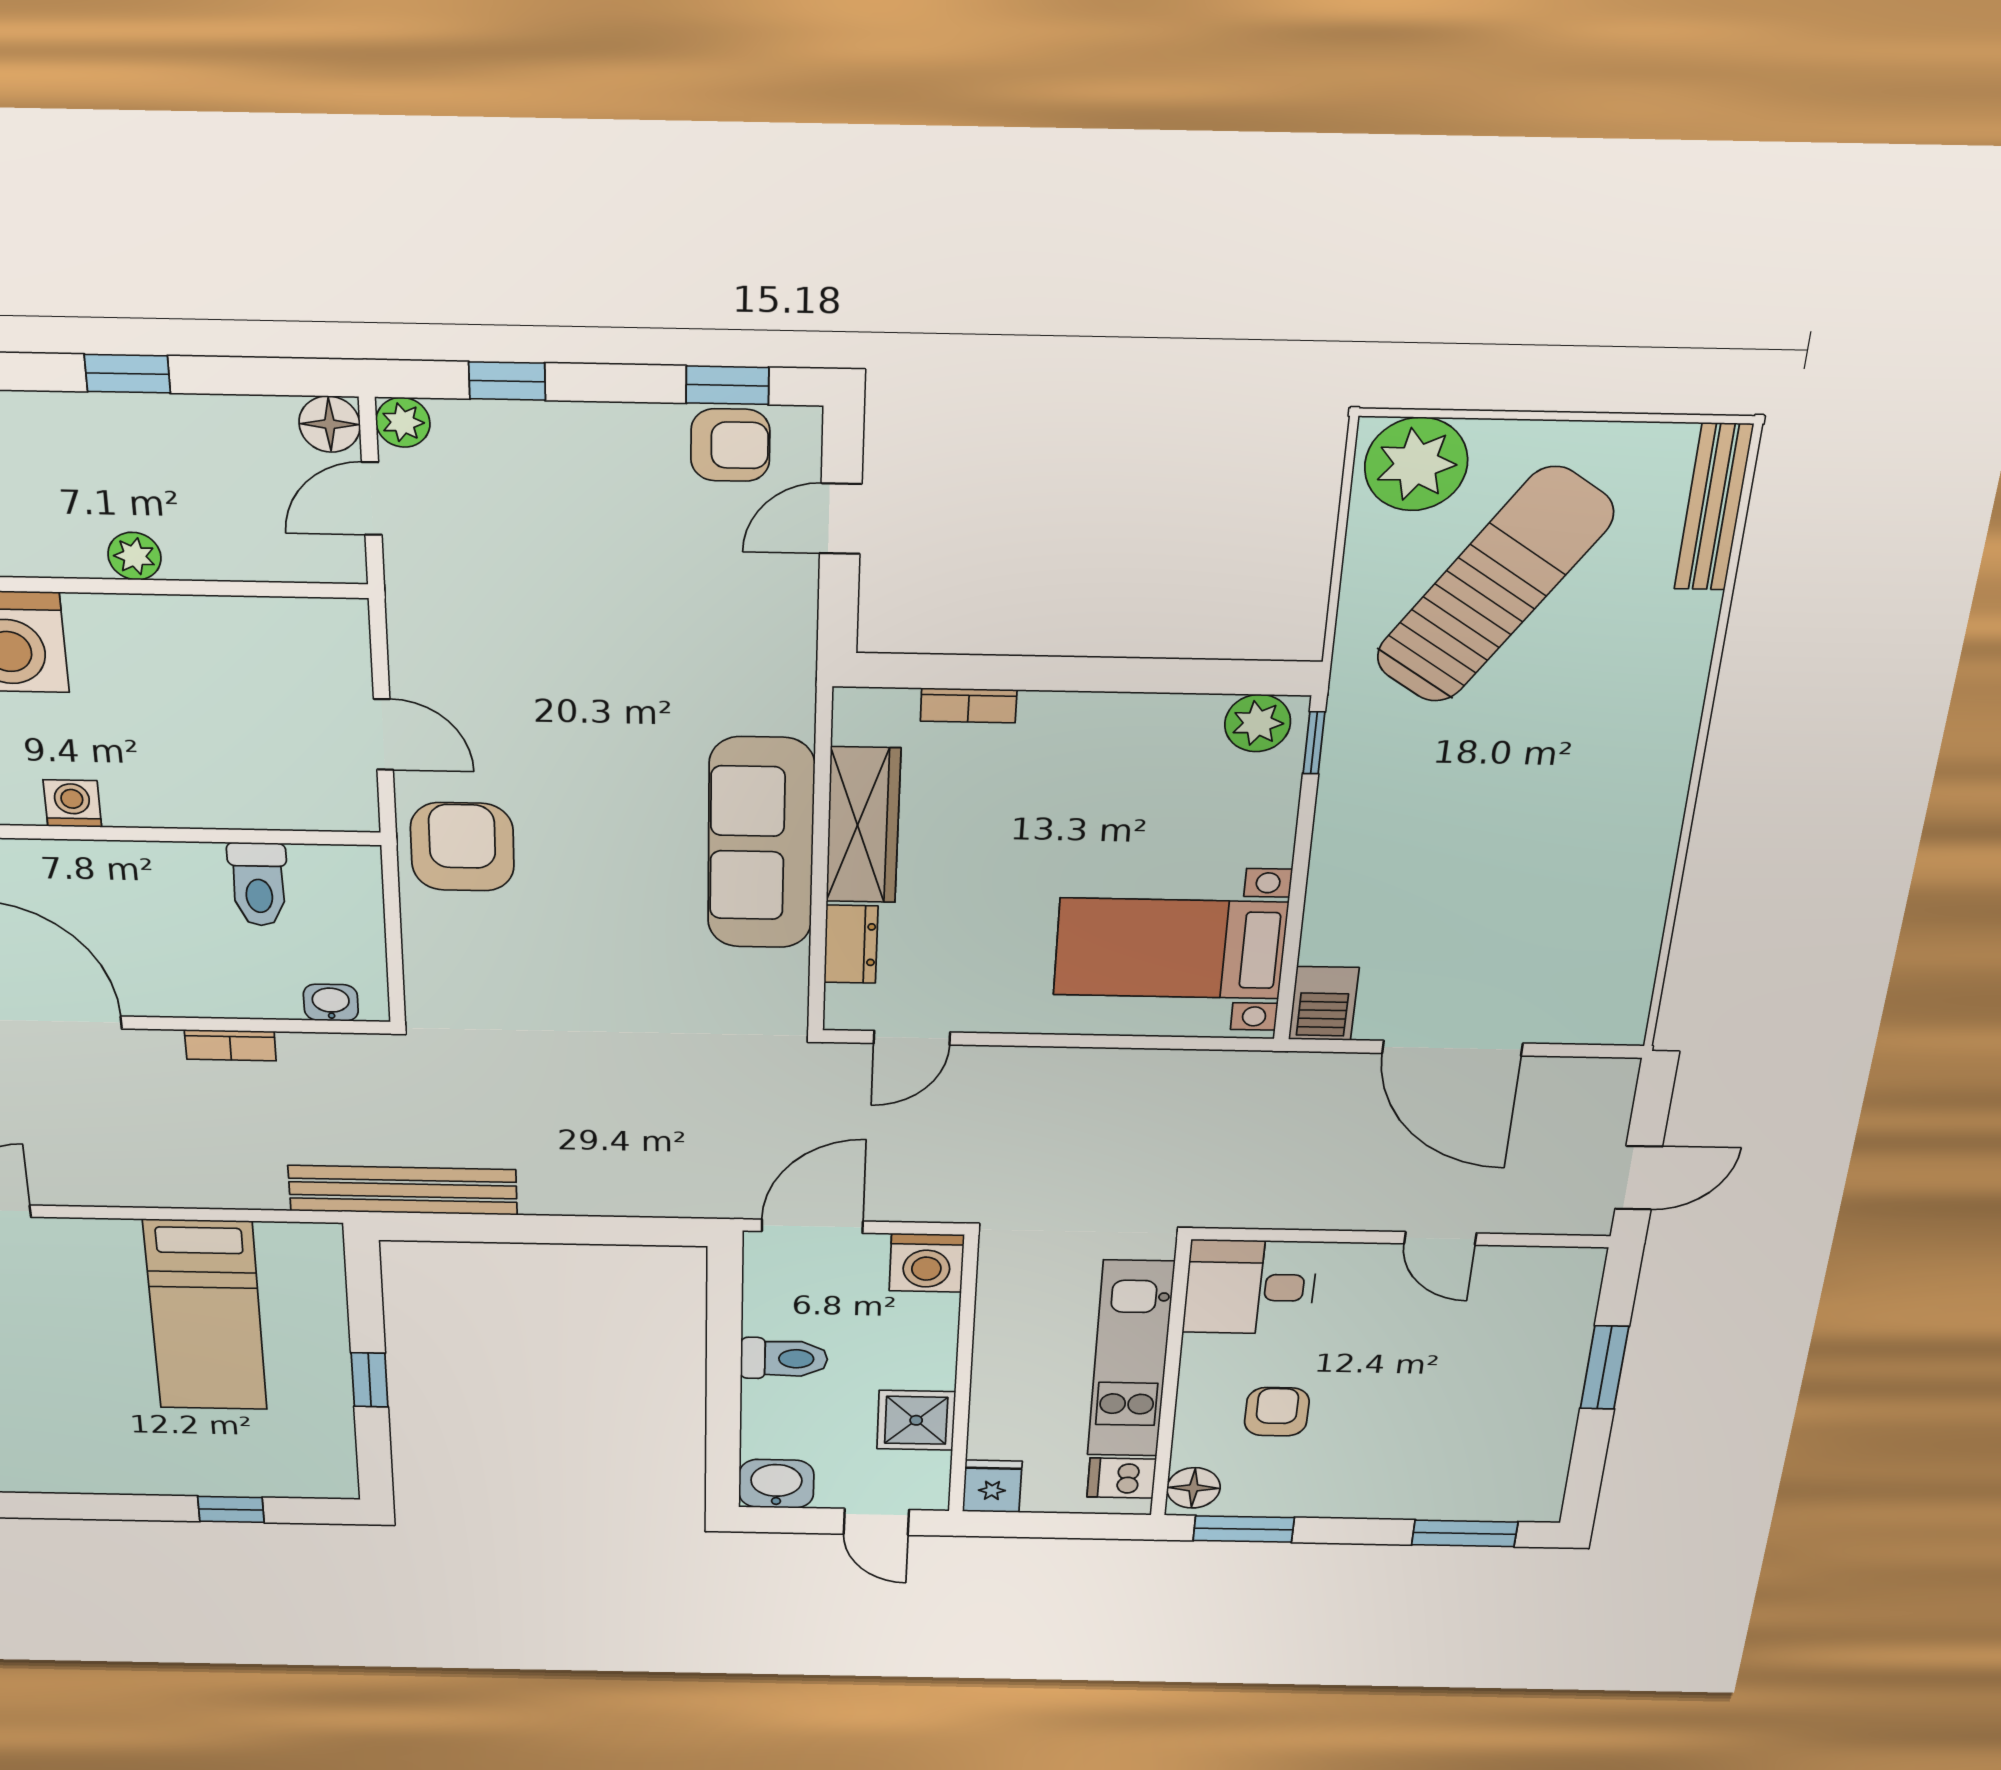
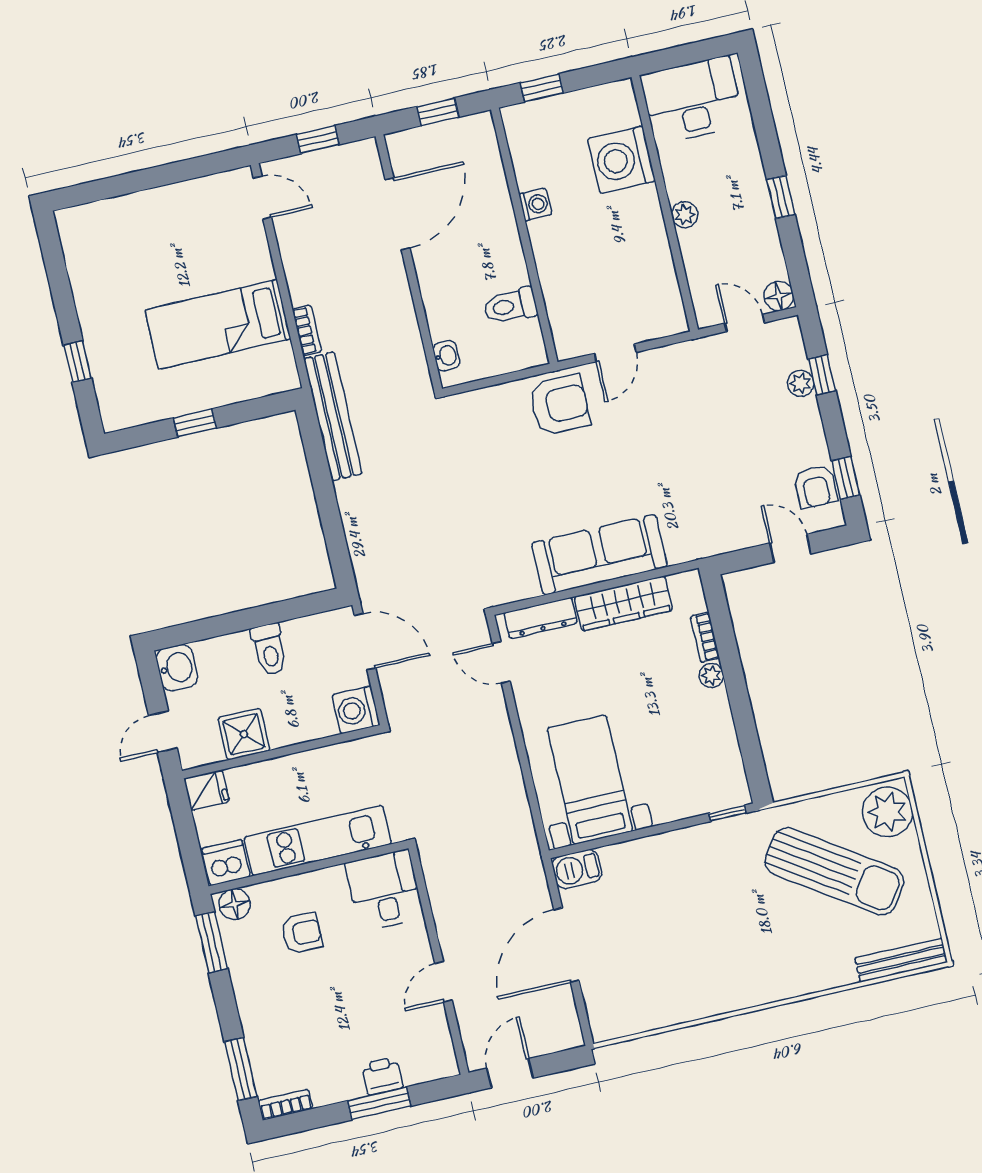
plant: (403, 422) -> (801, 383), moved
plant: (1258, 723) -> (711, 675), moved, width x0.73, depth x0.73
dresser: (851, 944) -> (541, 618), width x1.44
bookcase: (230, 1045) -> (307, 330), moved, turned 180
door: (1639, 1178) -> (510, 1073), swing flipped
printer: (1561, 1354) -> (382, 1076), added
dishwasher: (1121, 1478) -> (226, 863), width x1.38
bookcase: (1548, 1489) -> (285, 1105), added

